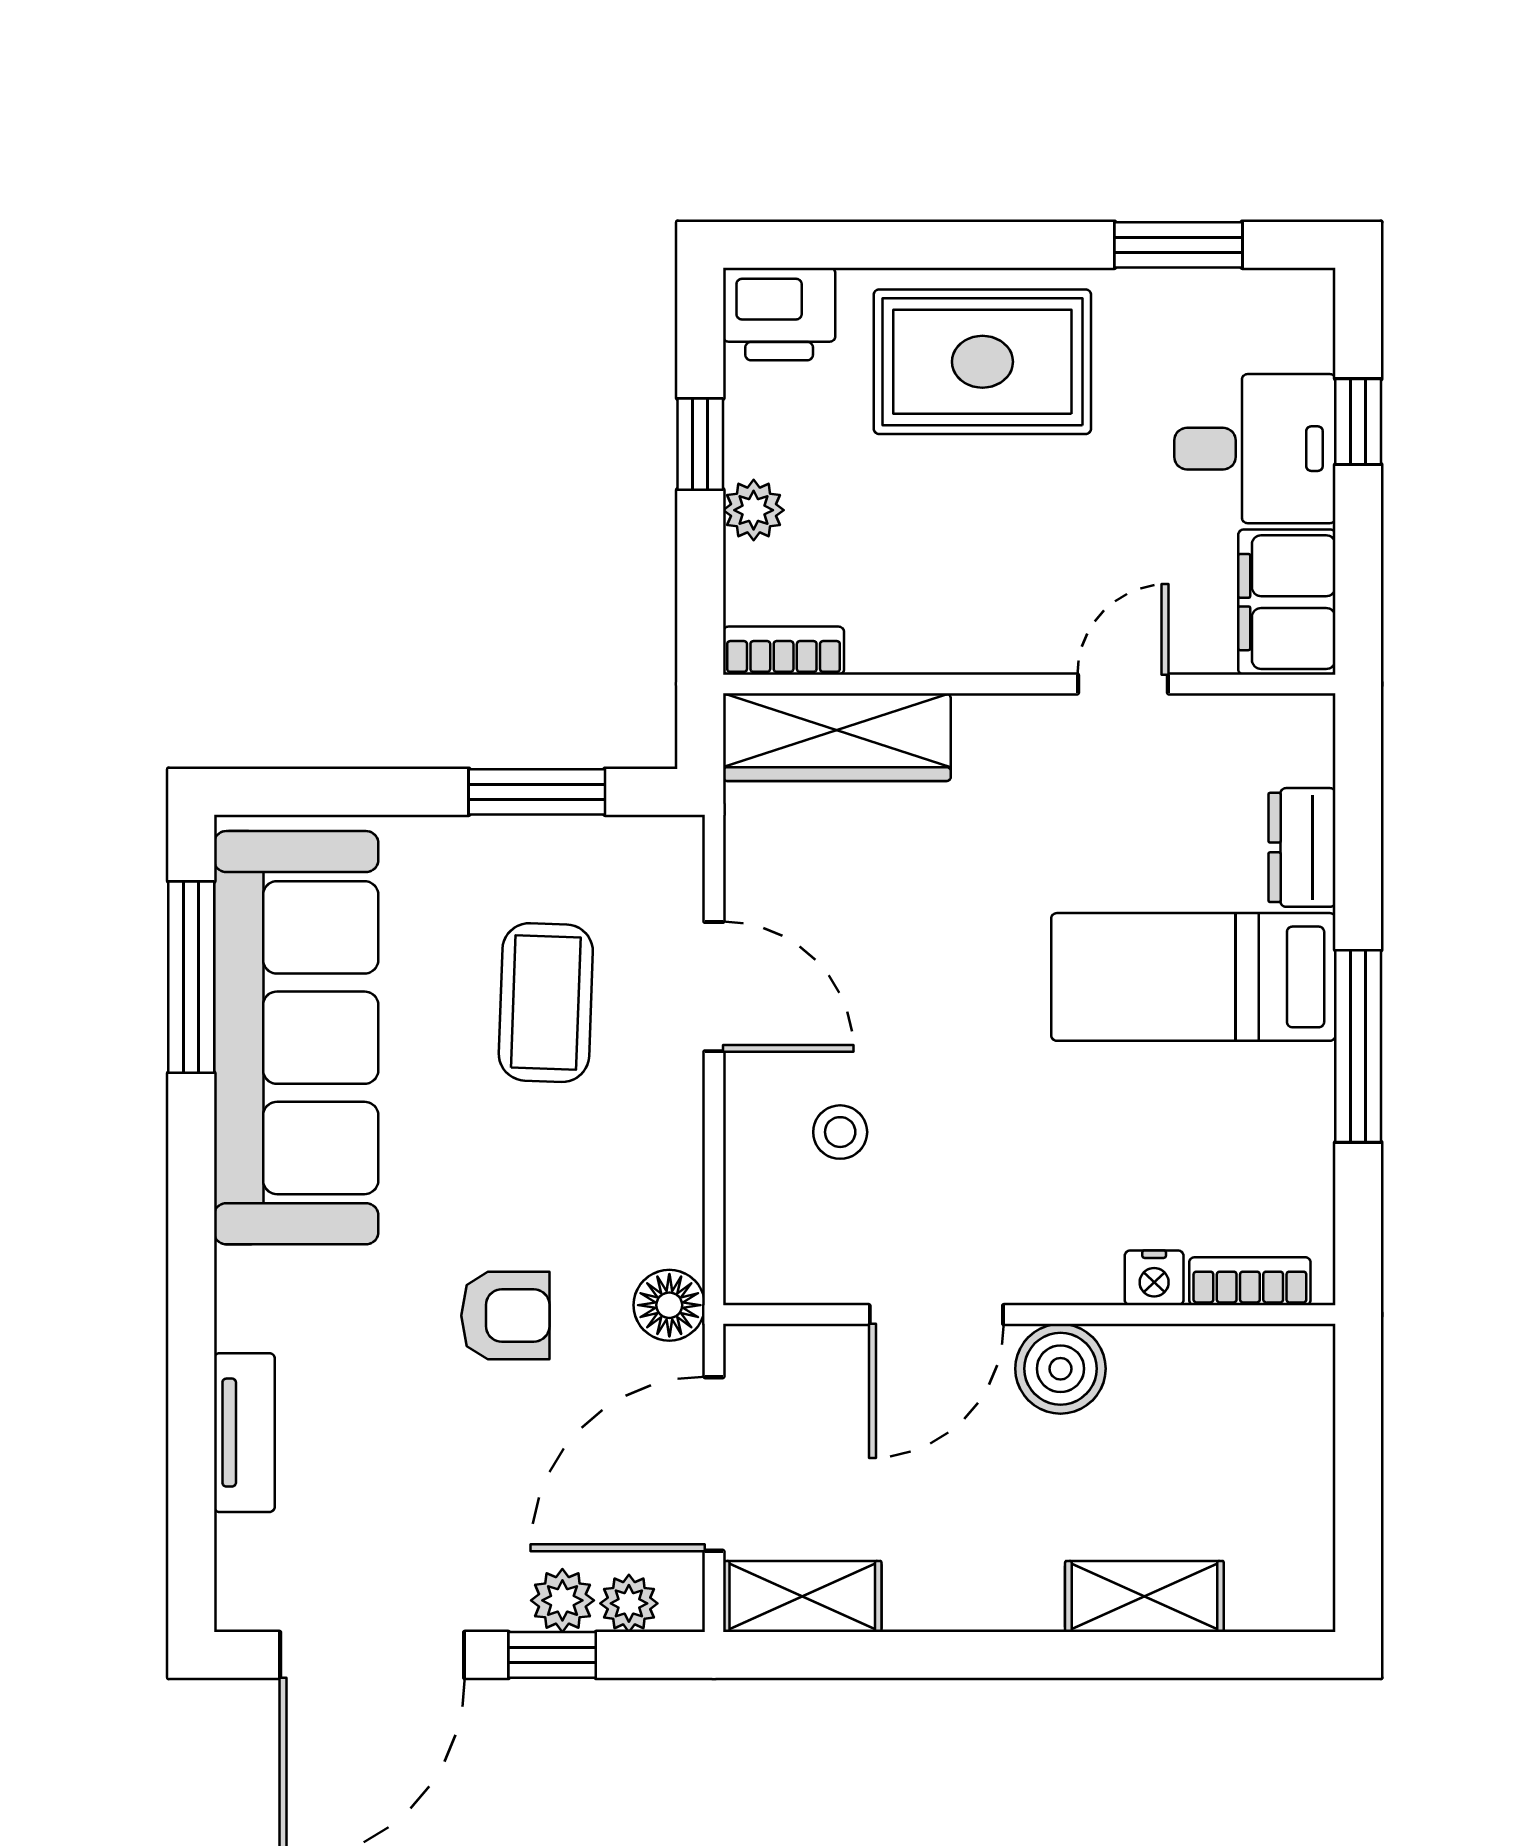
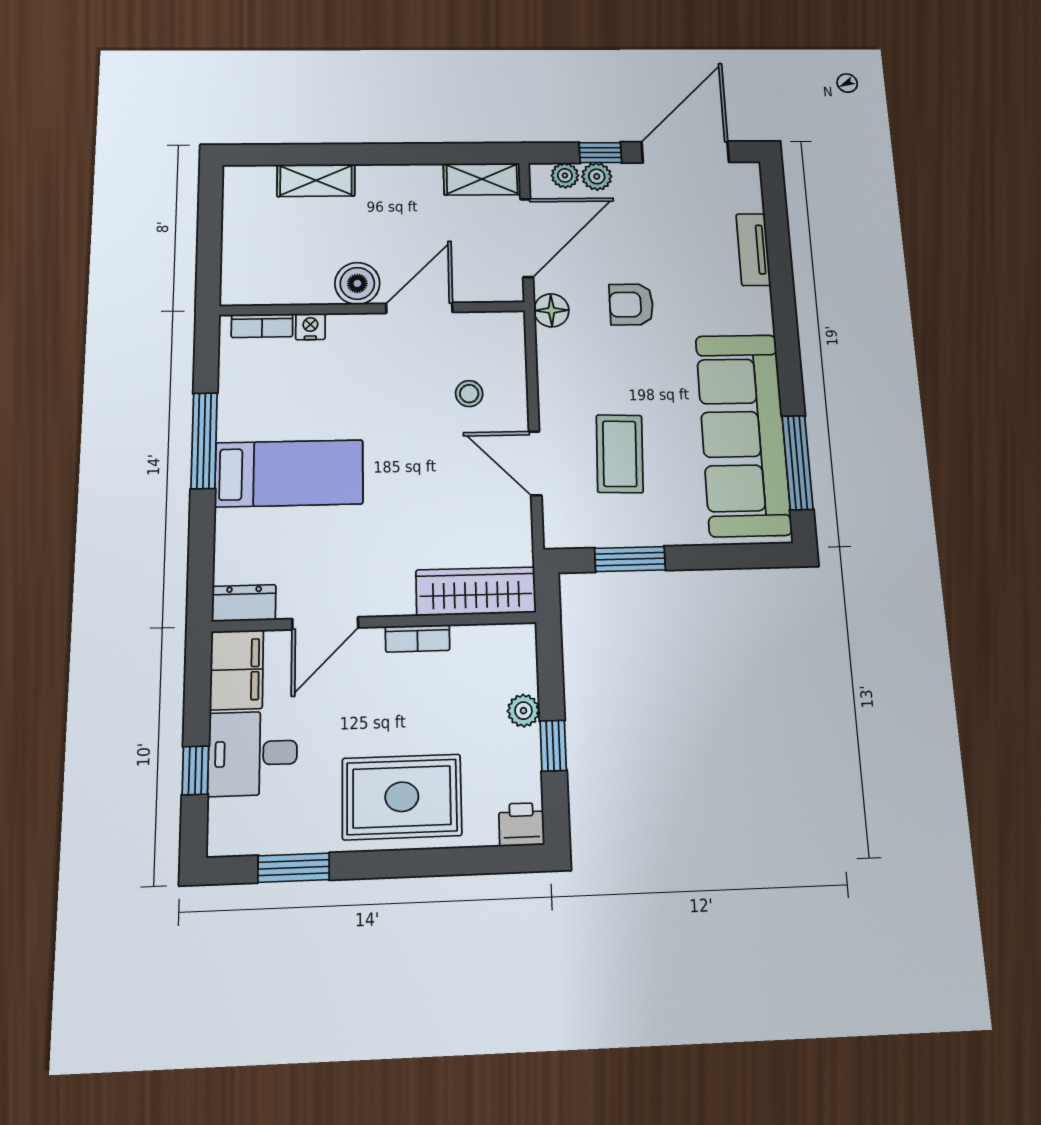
printer: (779, 314) -> (522, 824), width x0.73, depth x0.81
bookcase: (784, 651) -> (418, 638), moved
door: (1123, 684) -> (325, 623), width x1.38
dresser: (1302, 847) -> (244, 603), moved, turned -90

